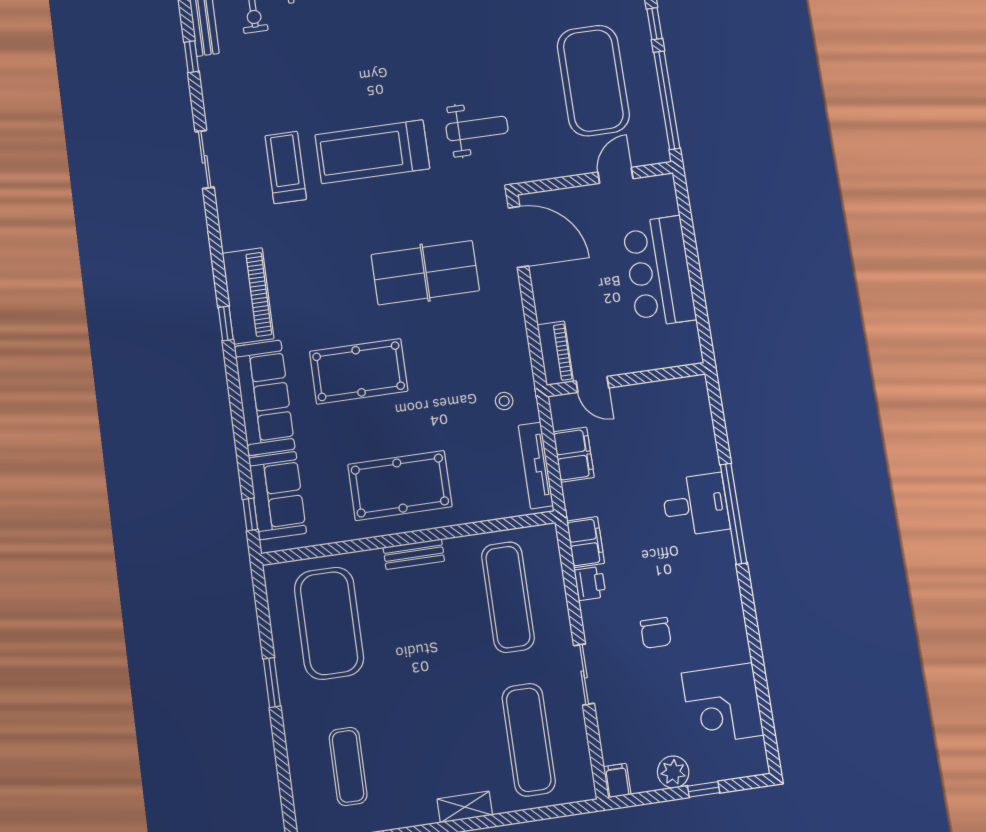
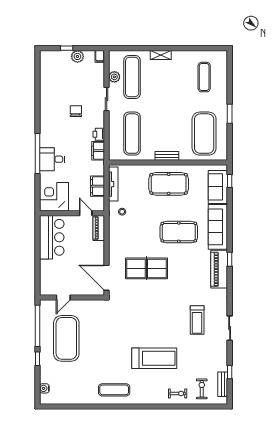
weight bench: (477, 129) -> (117, 325), removed
treadmill: (372, 152) -> (154, 358), moved
bar counter: (659, 271) -> (52, 237), moved
corner desk: (722, 704) -> (54, 197), moved, turned -90
plant: (573, 734) -> (114, 77), added

